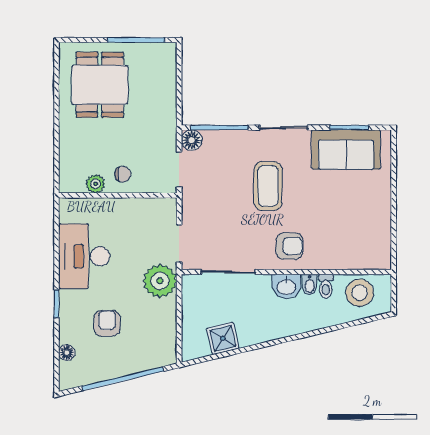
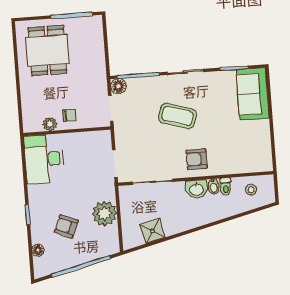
sofa: (346, 150) -> (253, 94), moved, turned 90
coffee table: (268, 186) -> (177, 116), turned -73
armchair: (289, 246) -> (197, 159), turned 180
desk: (84, 256) -> (44, 159), moved
plant: (160, 281) -> (104, 214), moved
stool: (360, 293) -> (251, 190), width x0.53, depth x0.53
armchair: (107, 323) -> (66, 226), turned -67

